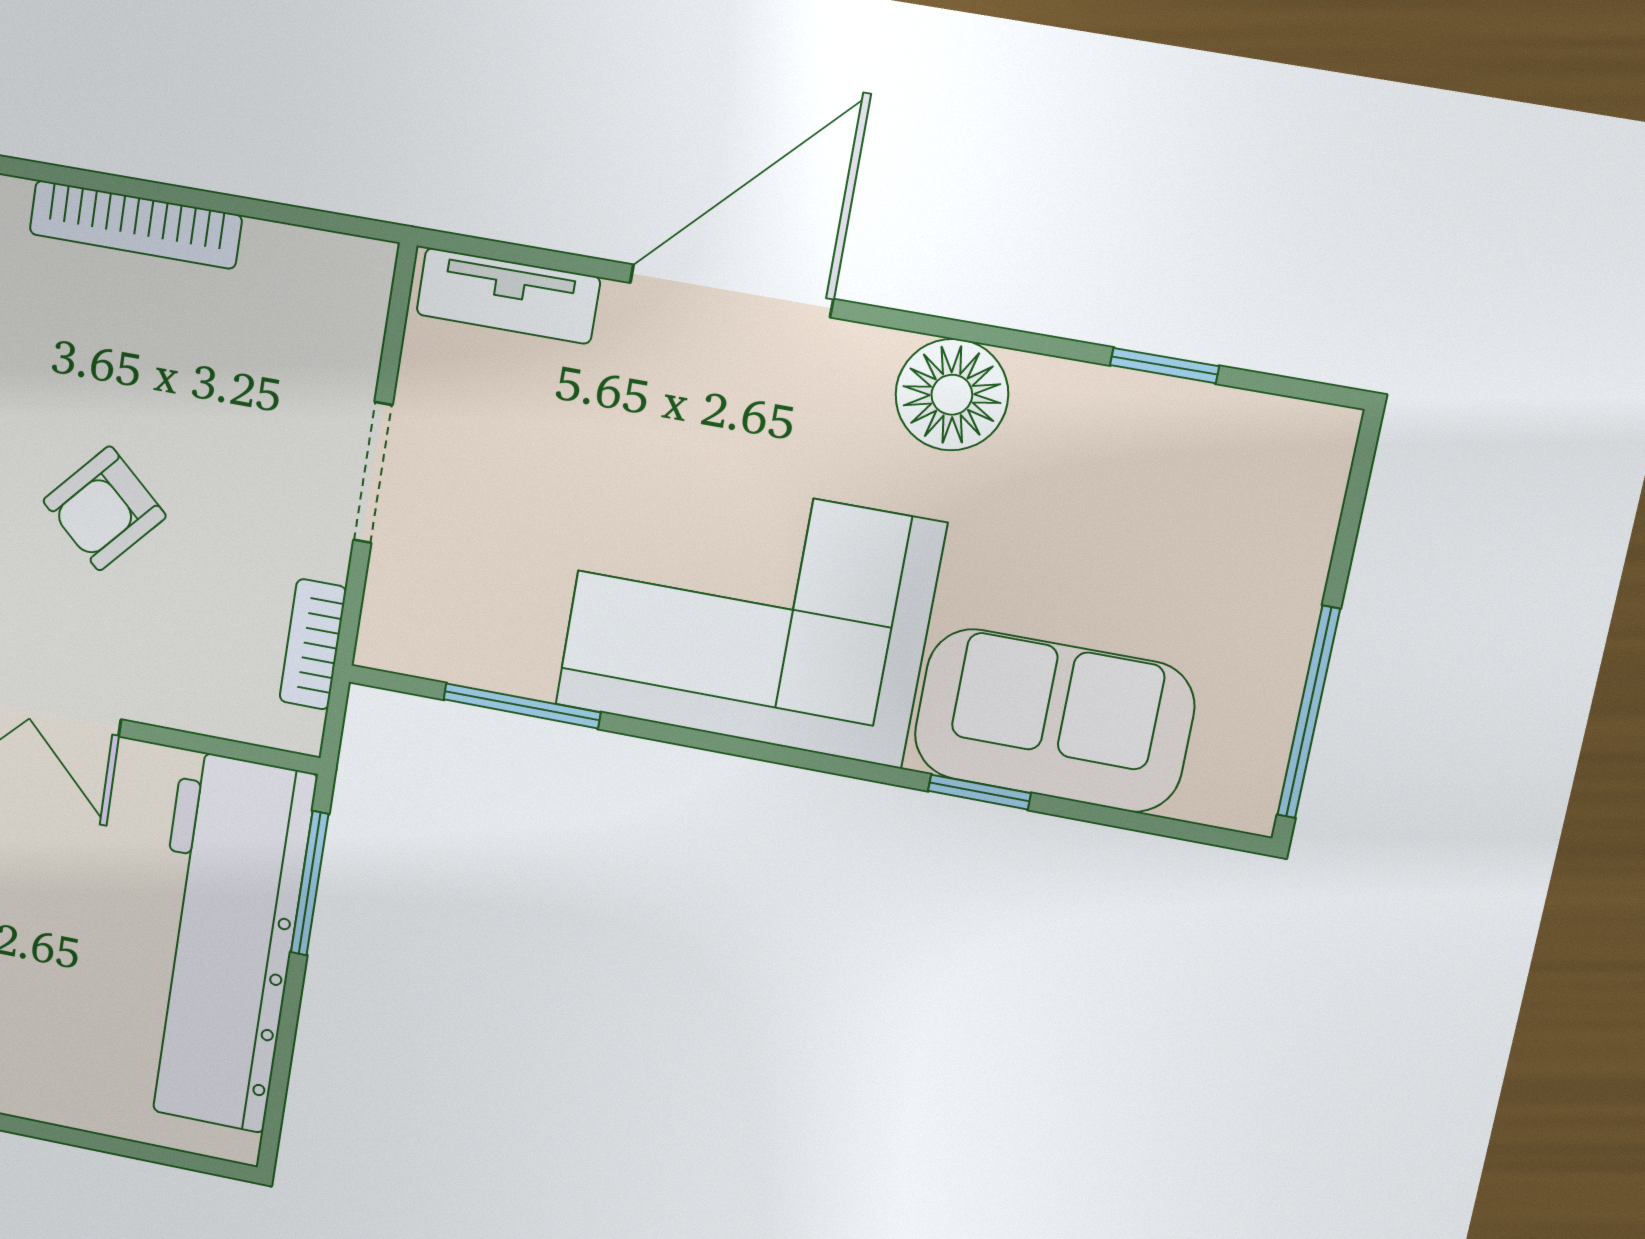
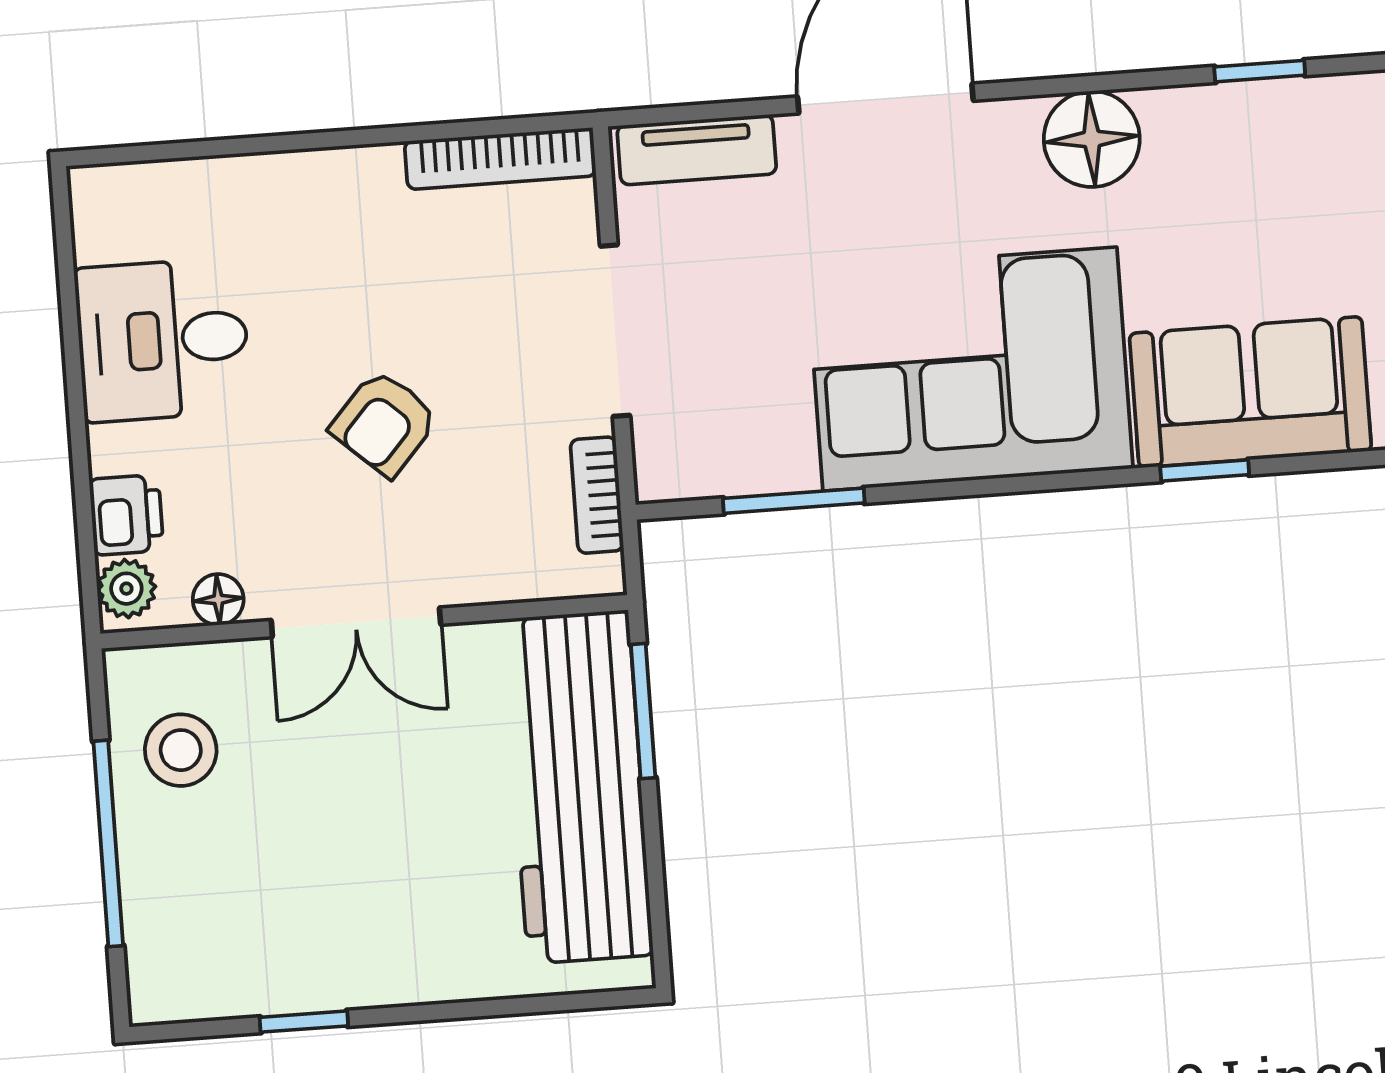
bookcase: (135, 225) -> (500, 159), moved
doorway: (373, 473) -> (615, 331), width x1.38

